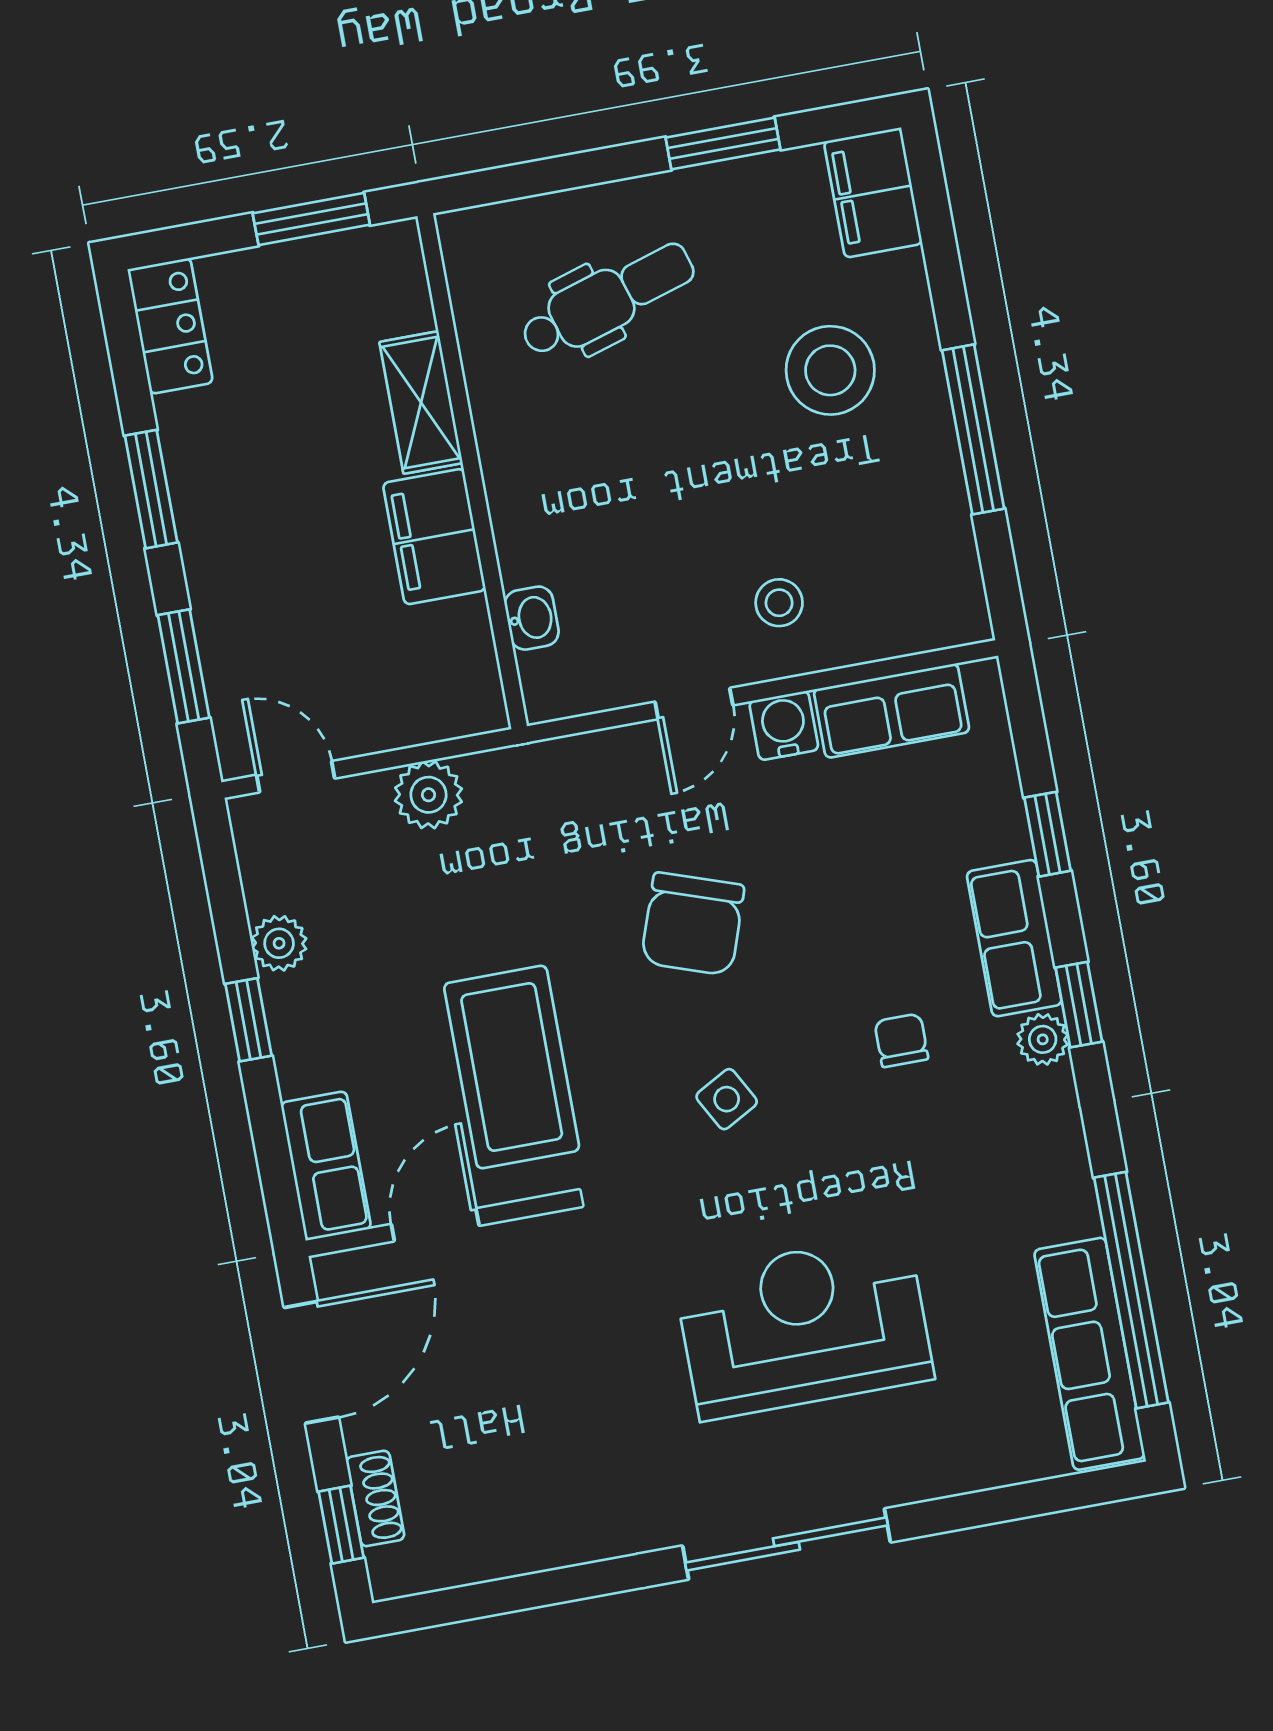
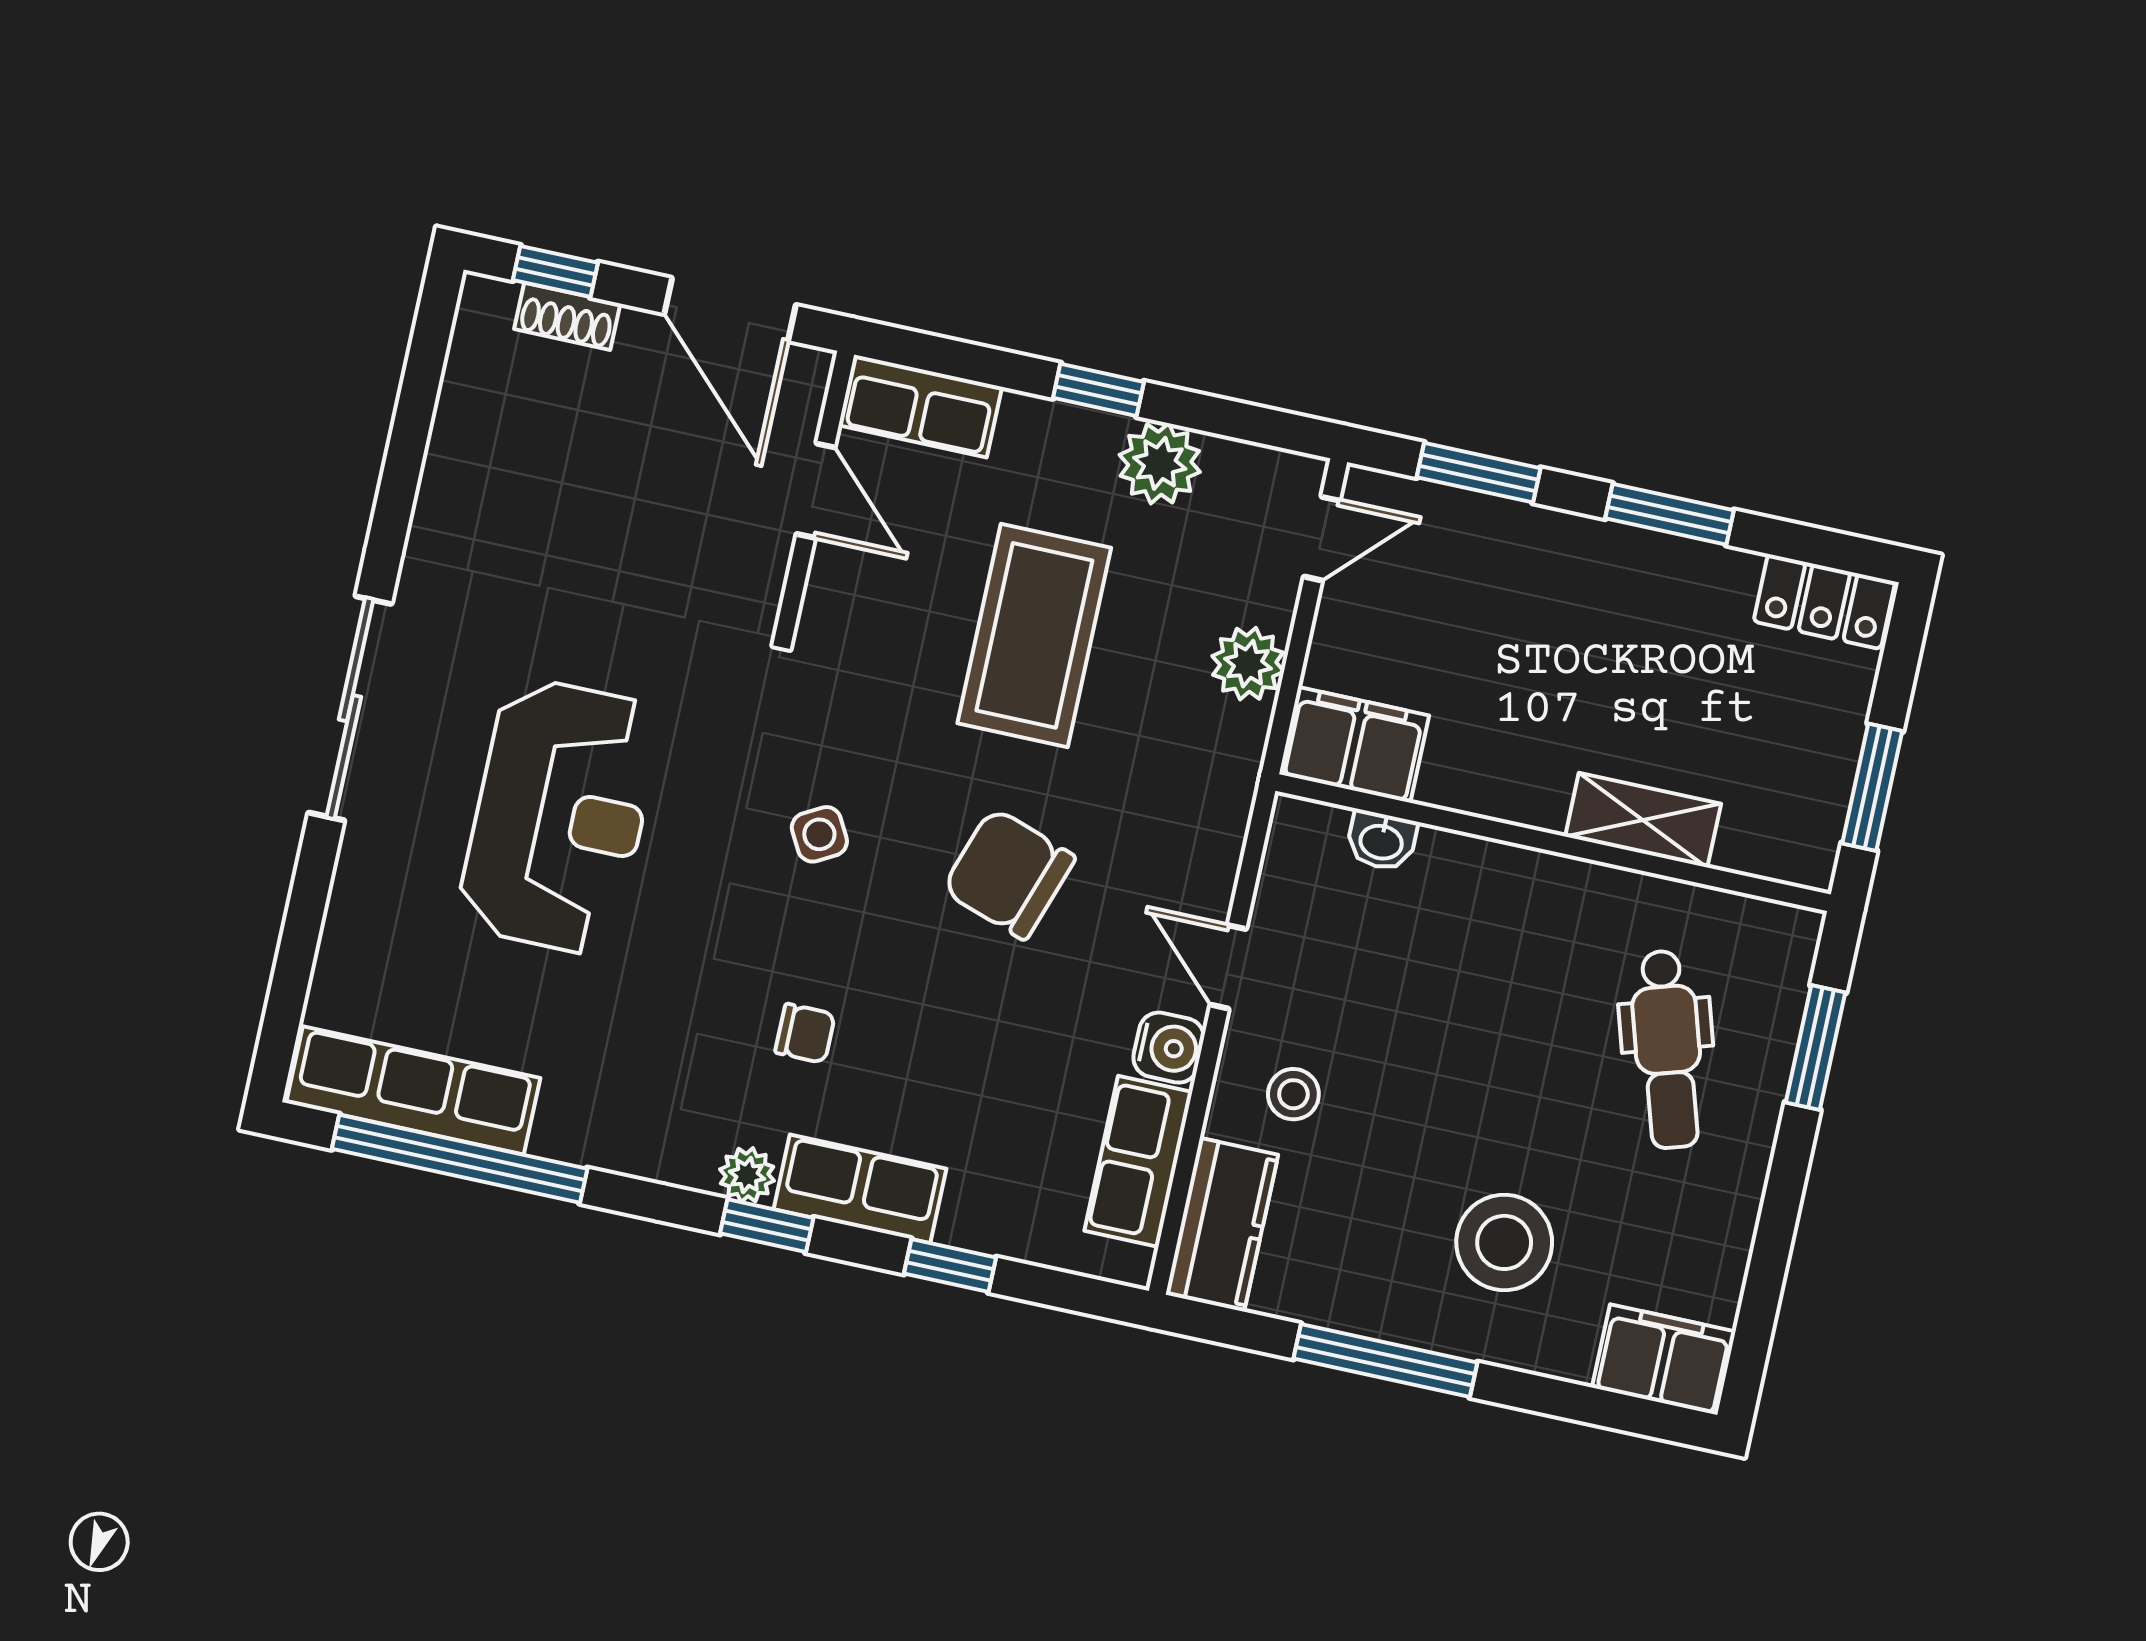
window: (723, 143) -> (1815, 1048), moved
filing cabinet: (434, 537) -> (1354, 745), moved
kitchen counter: (916, 617) -> (1222, 1225), added
plant: (279, 943) -> (1160, 463), width x1.38, depth x1.38
coffee table: (512, 1067) -> (1034, 635), moved, turned 90

